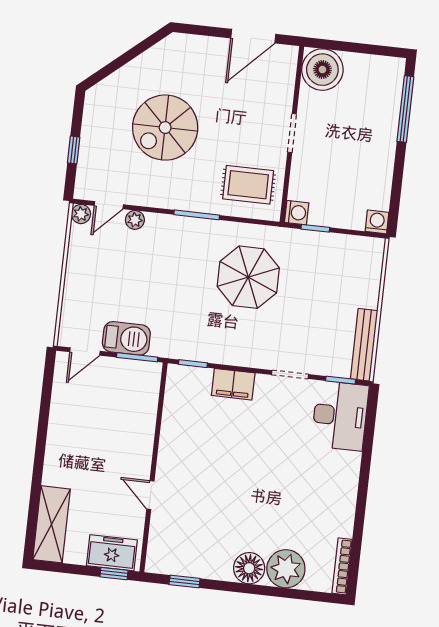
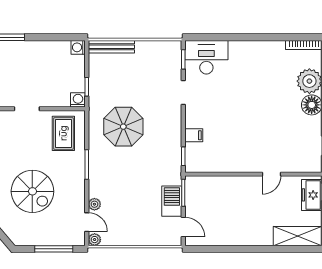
window: (74, 150) -> (54, 249), width x2.17
bench: (364, 345) -> (111, 47), moved
filing cabinet: (233, 384) -> (194, 135), width x0.50

